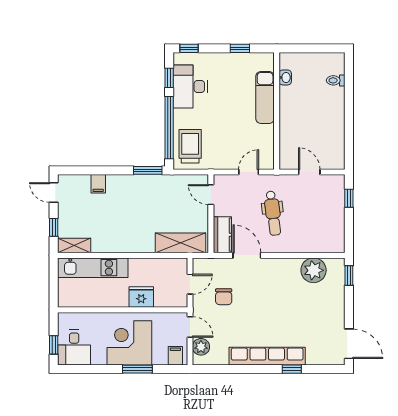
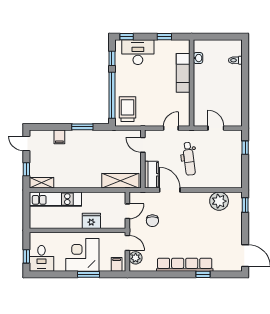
desk: (190, 86) -> (138, 52), moved, turned 90
window: (148, 170) -> (82, 127), moved

